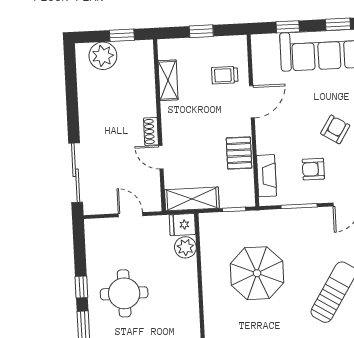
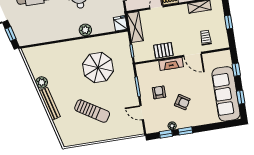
fireplace: (267, 176) -> (171, 64), moved
plant: (185, 247) -> (85, 30), moved

